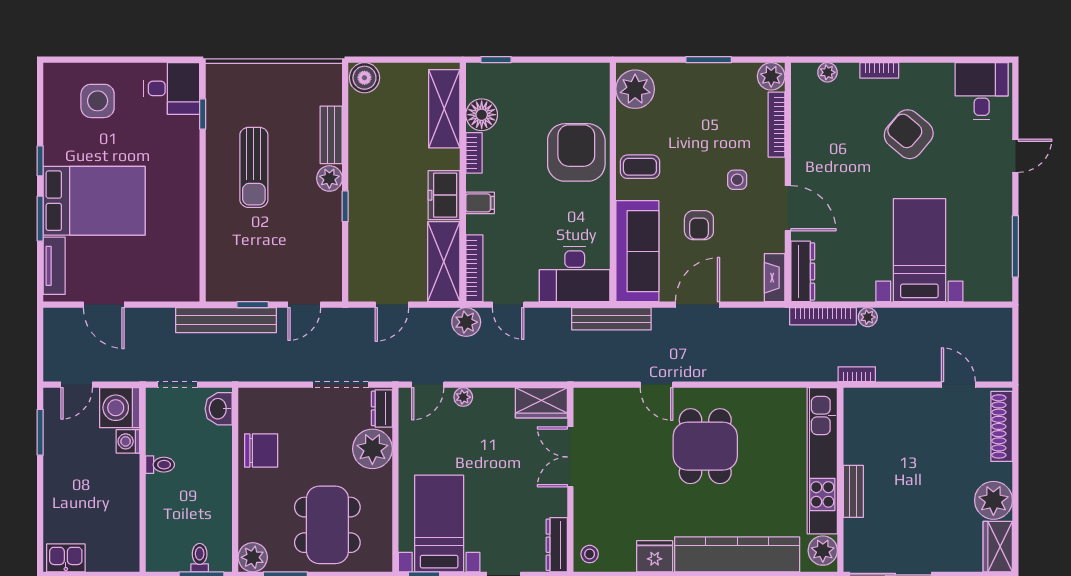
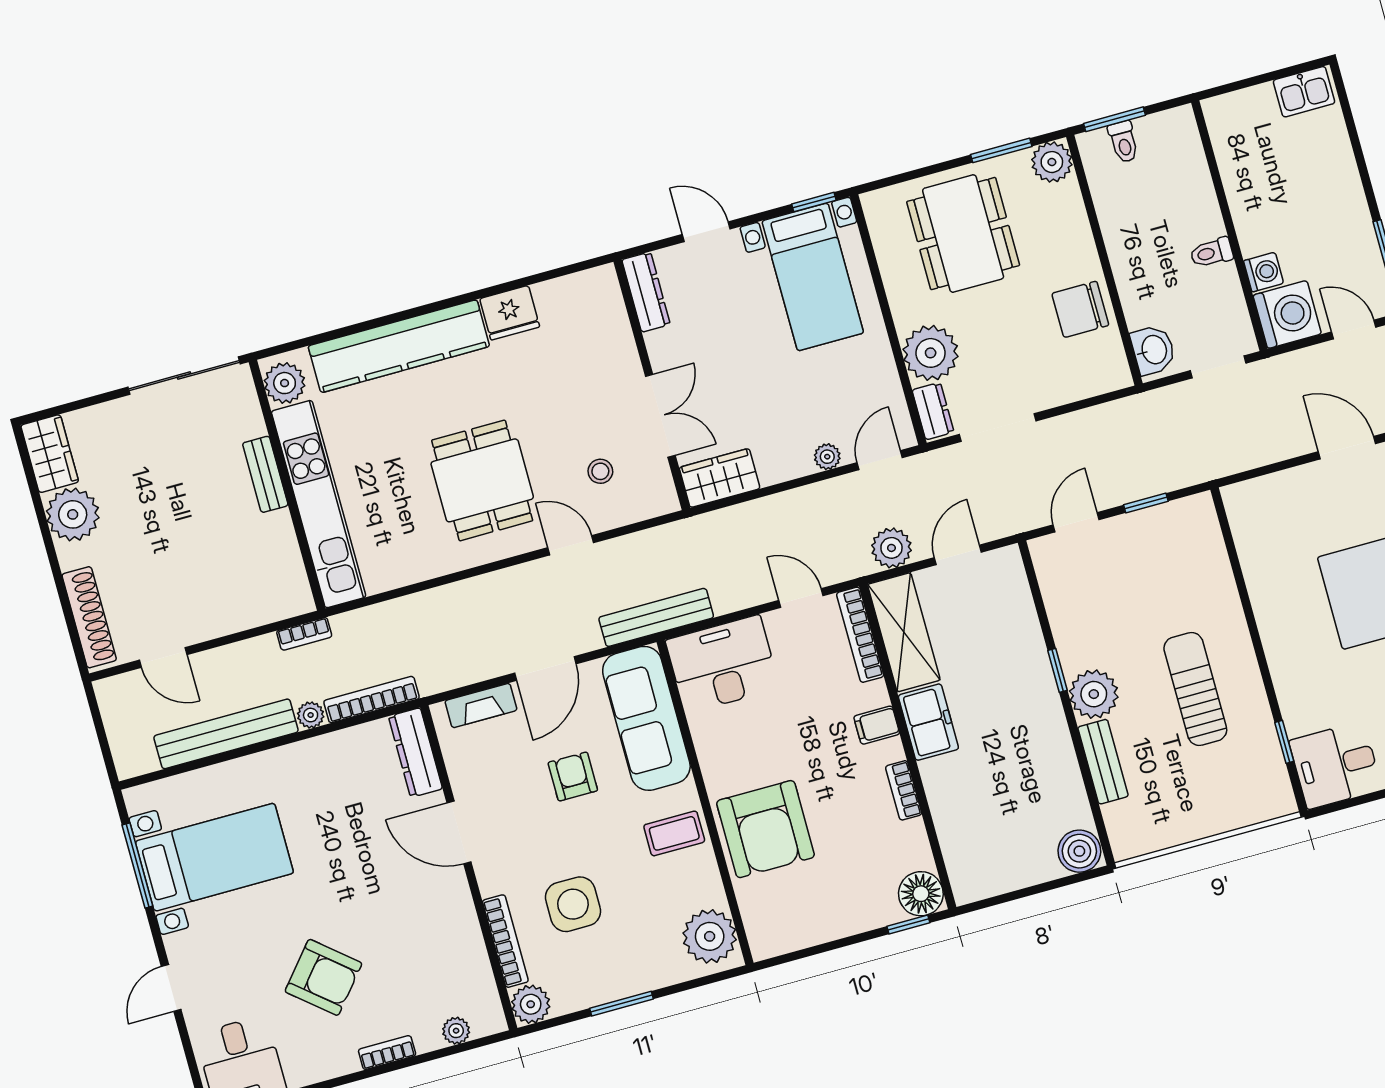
shelving: (444, 109) -> (960, 839), removed
floor lamp: (482, 115) -> (921, 894), moved
plant: (329, 178) -> (1094, 694), width x1.36, depth x1.36
side table: (737, 180) -> (573, 904), moved, width x1.87, depth x1.87
bed with nightstands: (919, 250) -> (214, 857), moved, turned -90
fireplace: (775, 278) -> (481, 705), moved, turned 90
bench: (226, 320) -> (226, 734), moved
plant: (466, 322) -> (891, 548), moved
door: (77, 385) -> (1354, 330), hinge flipped
stool: (590, 554) -> (600, 471), moved

